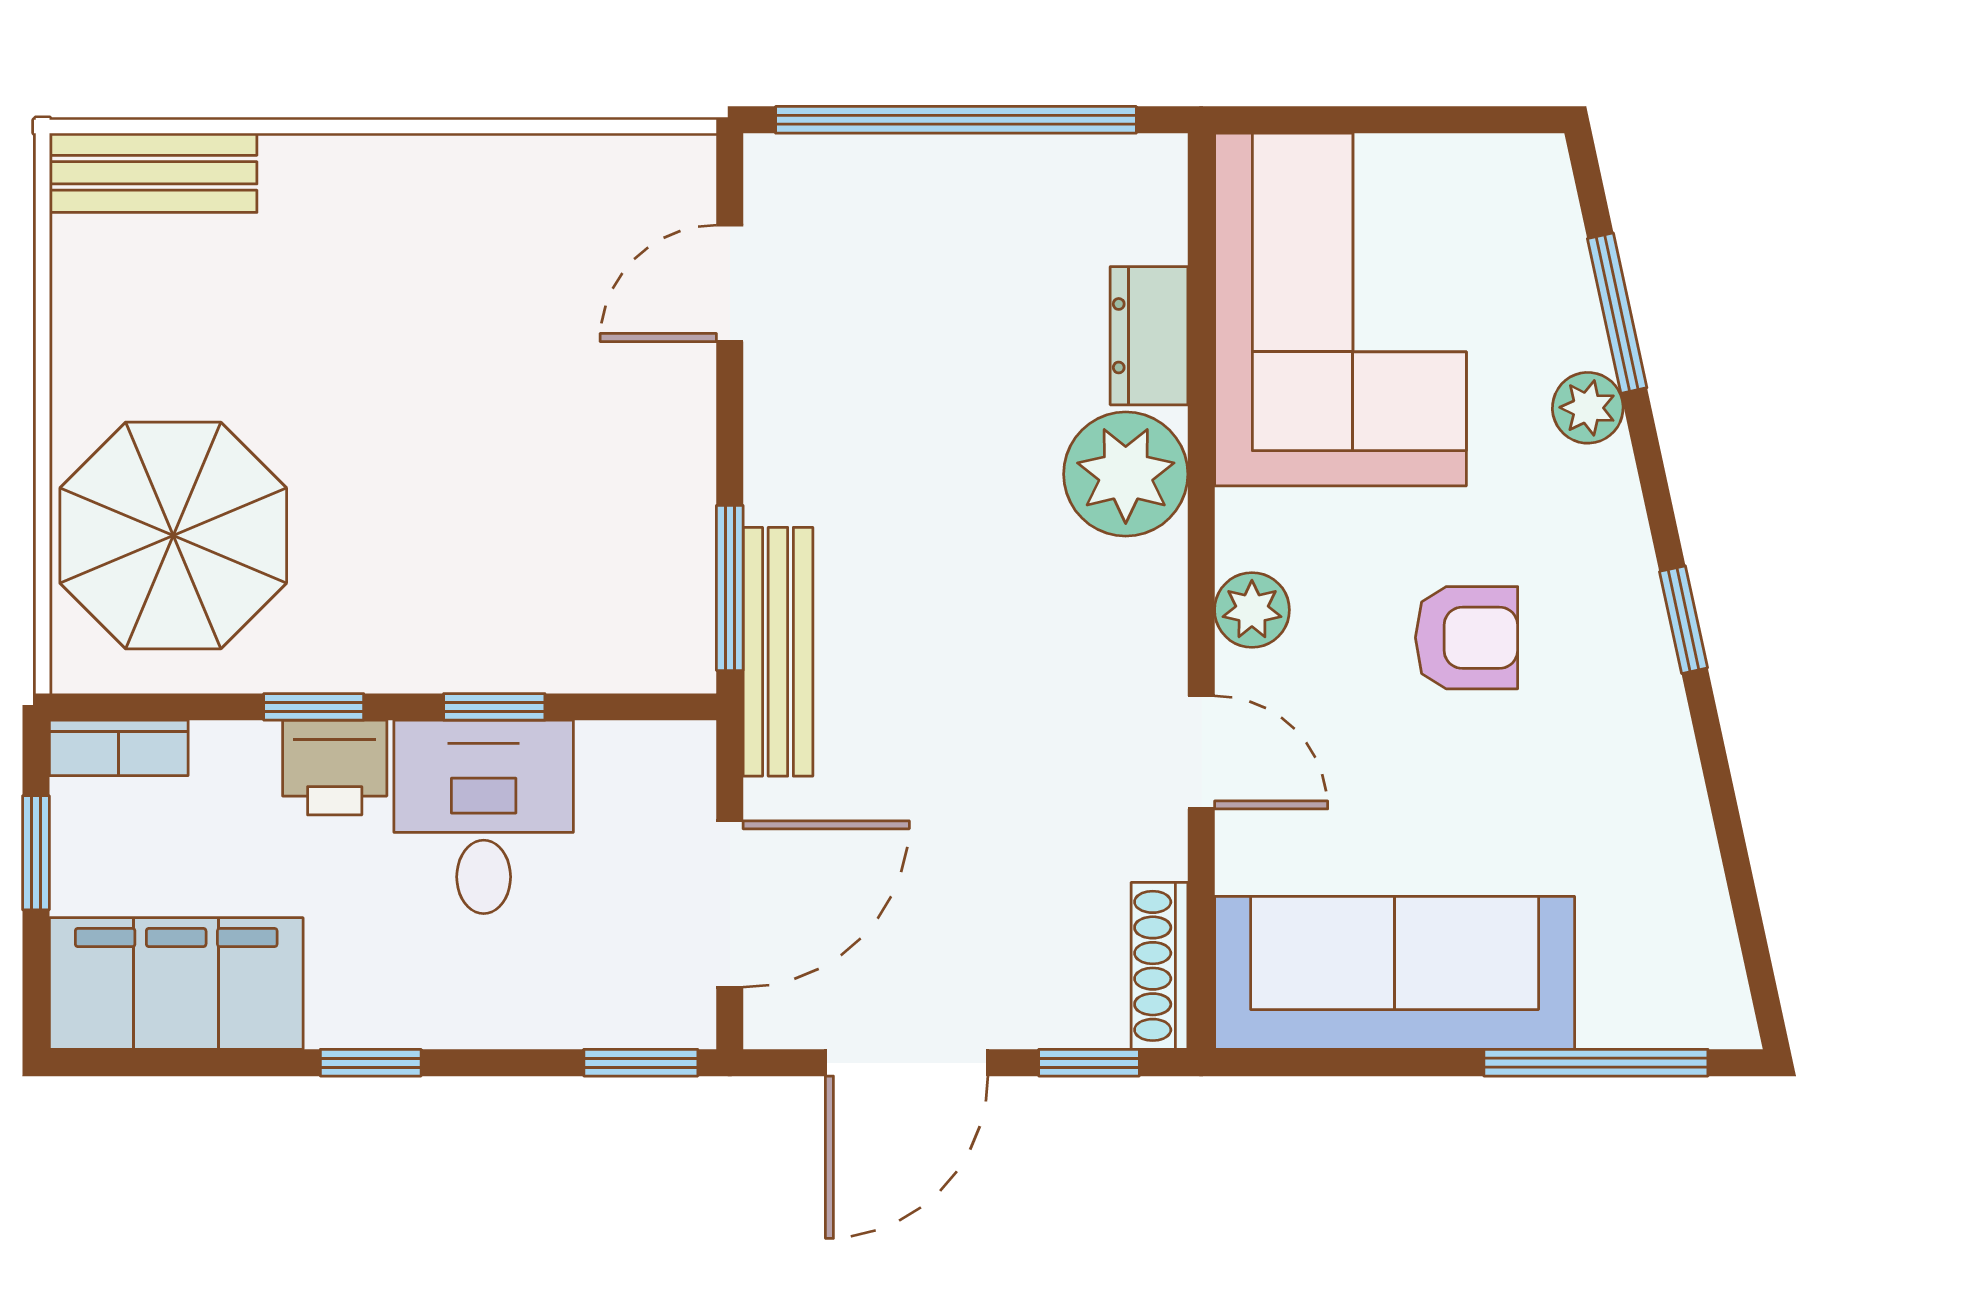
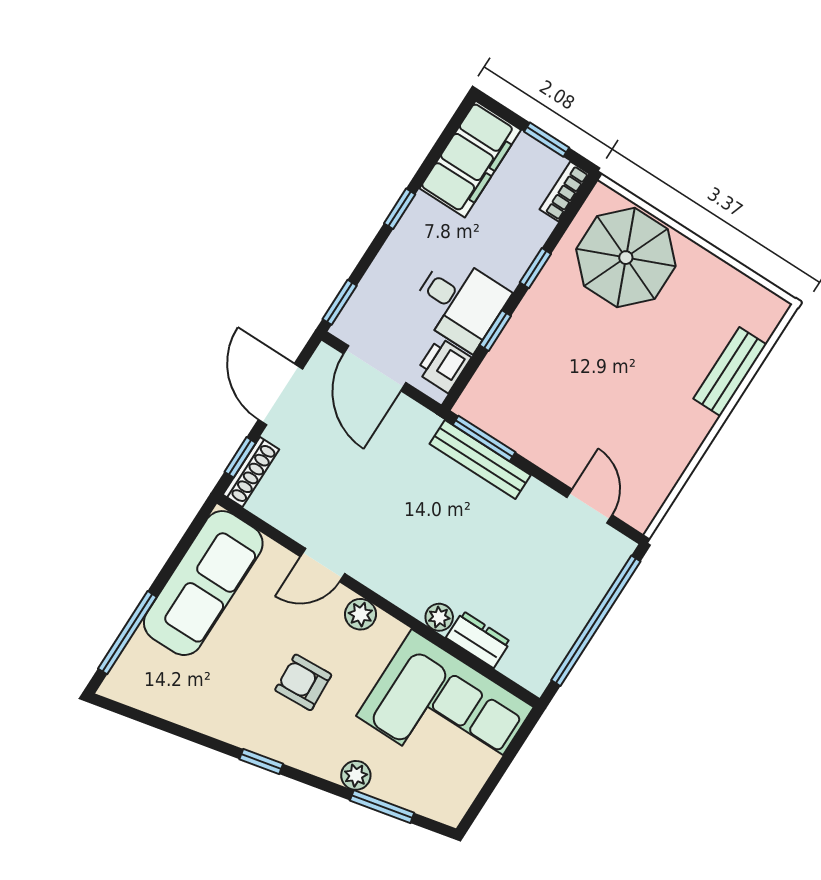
bench: (153, 173) -> (730, 372), moved
plant: (1126, 474) -> (439, 617), width x0.53, depth x0.53
armchair: (1467, 638) -> (303, 682), turned 87
bench: (778, 652) -> (480, 459), moved
printer: (335, 768) -> (444, 365), moved
shoe rack: (1159, 966) -> (251, 472), moved, turned 90

